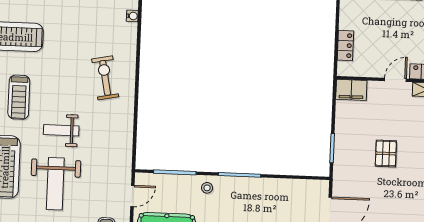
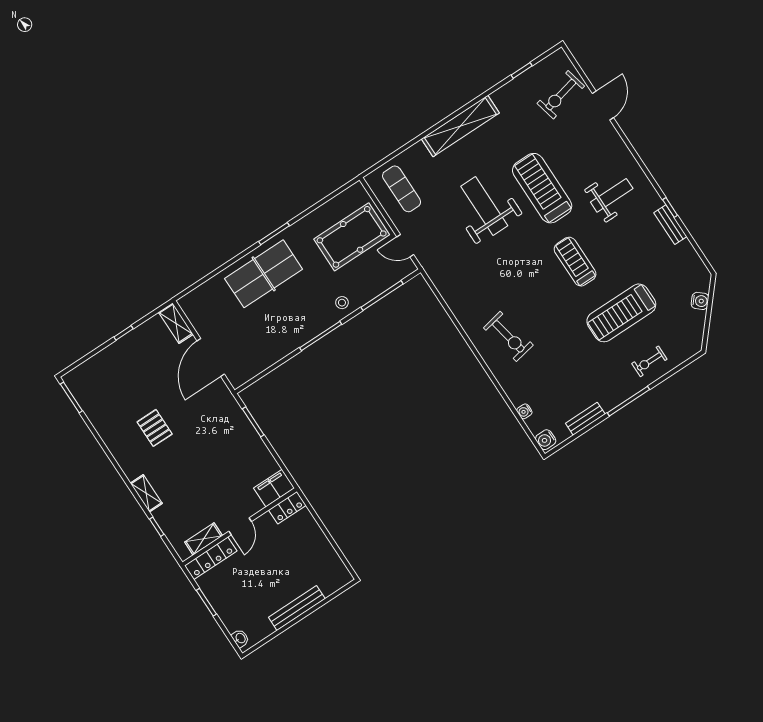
locker: (345, 46) -> (287, 508), moved, turned -90
weight bench: (61, 130) -> (514, 259), removed
pallet: (386, 153) -> (155, 428), moved
door: (132, 196) -> (405, 246), hinge flipped

